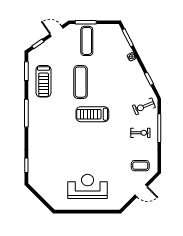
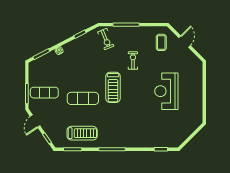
exercise bike: (140, 133) -> (133, 61), moved
reception desk: (88, 186) -> (166, 91), moved

